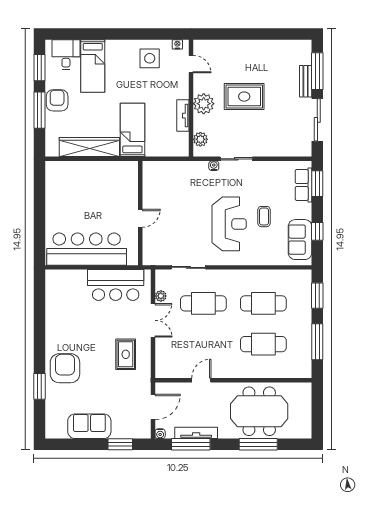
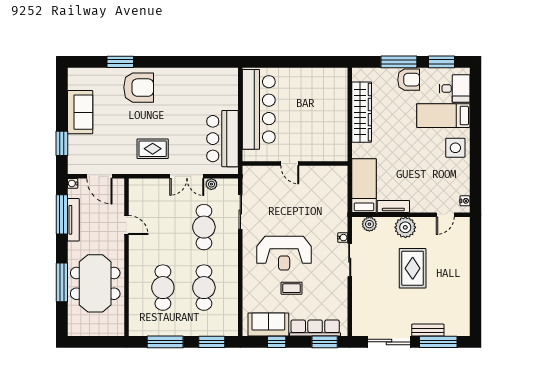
side table: (150, 58) -> (455, 148), moved
bed: (132, 130) -> (364, 186), moved, turned -90
row of seats: (303, 185) -> (315, 328), width x1.48

